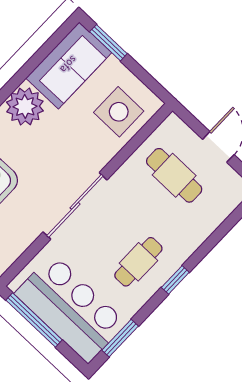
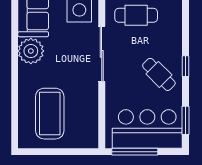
sliding door: (75, 206) -> (102, 54), moved
cafe table: (138, 262) -> (159, 74), turned -45

